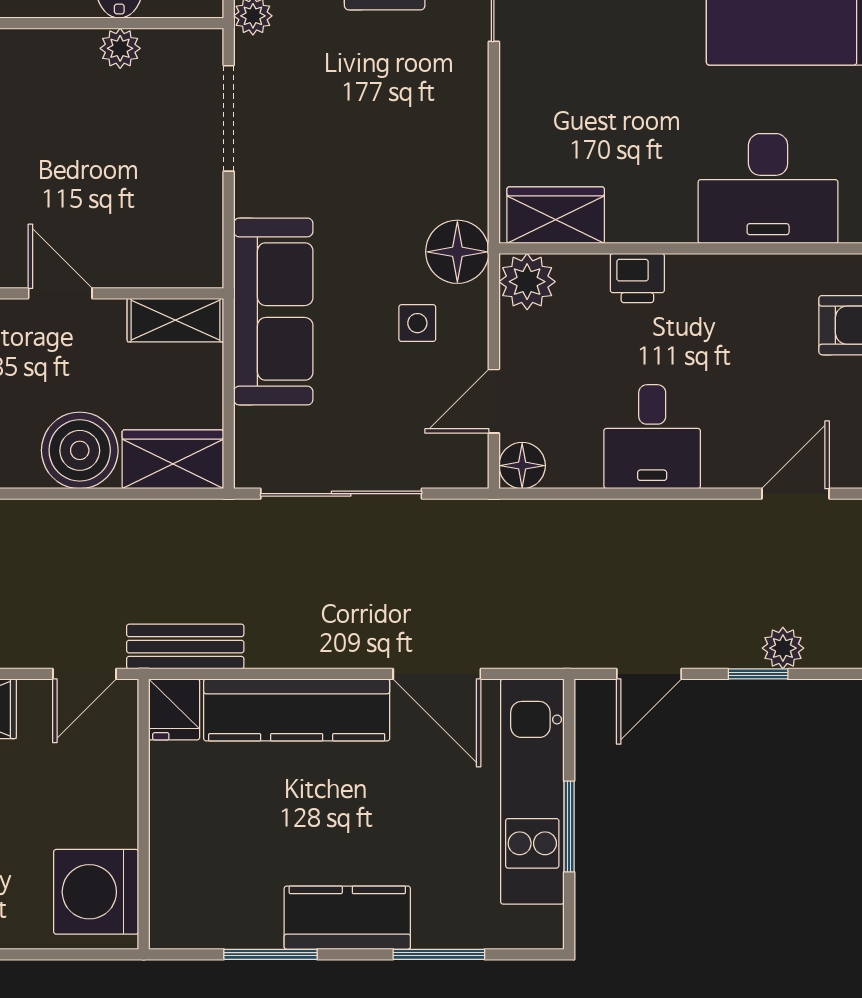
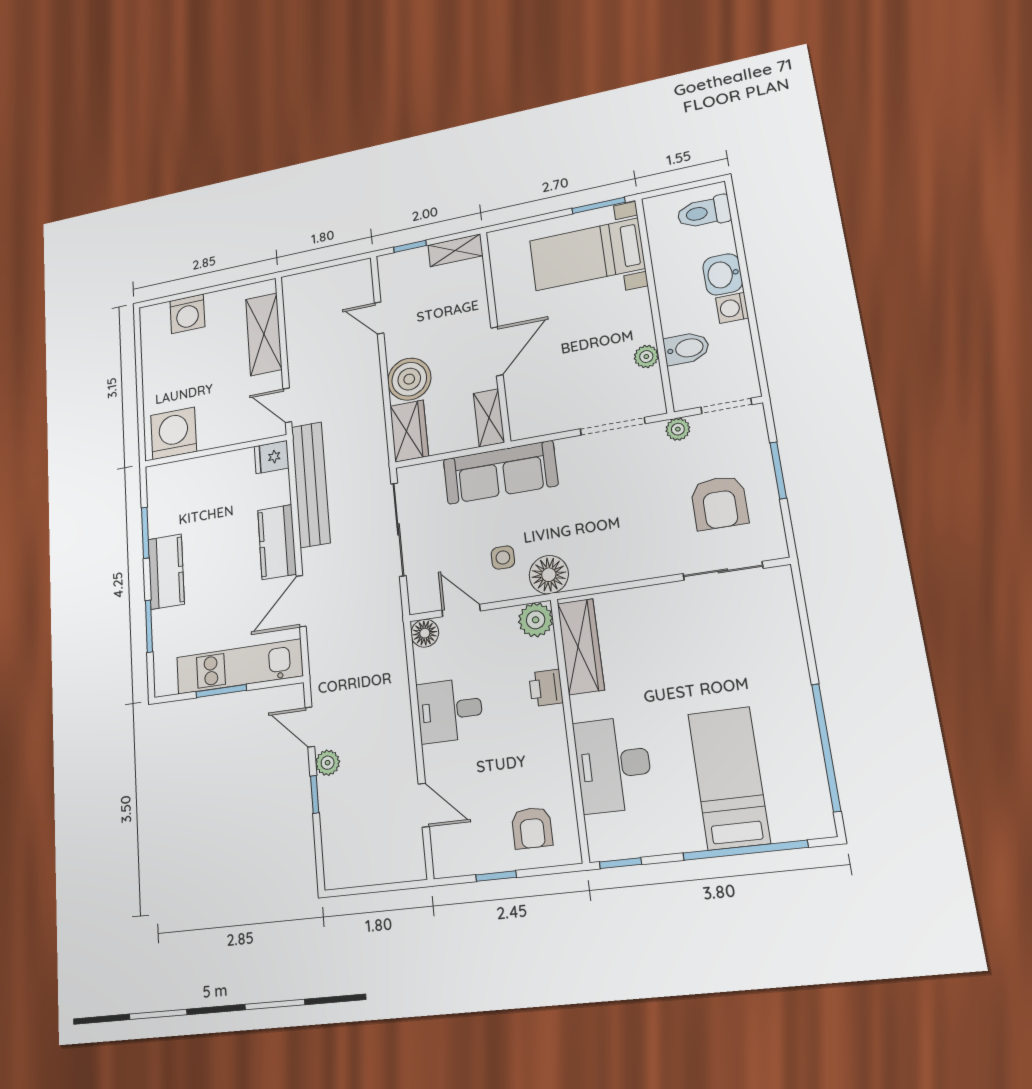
wardrobe: (556, 215) -> (581, 647), width x1.50
door: (60, 293) -> (497, 351), width x1.38
bench: (185, 647) -> (311, 484), width x1.86, depth x1.21
plant: (783, 648) -> (328, 763), moved
kitchen counter: (297, 710) -> (277, 542), width x0.67

